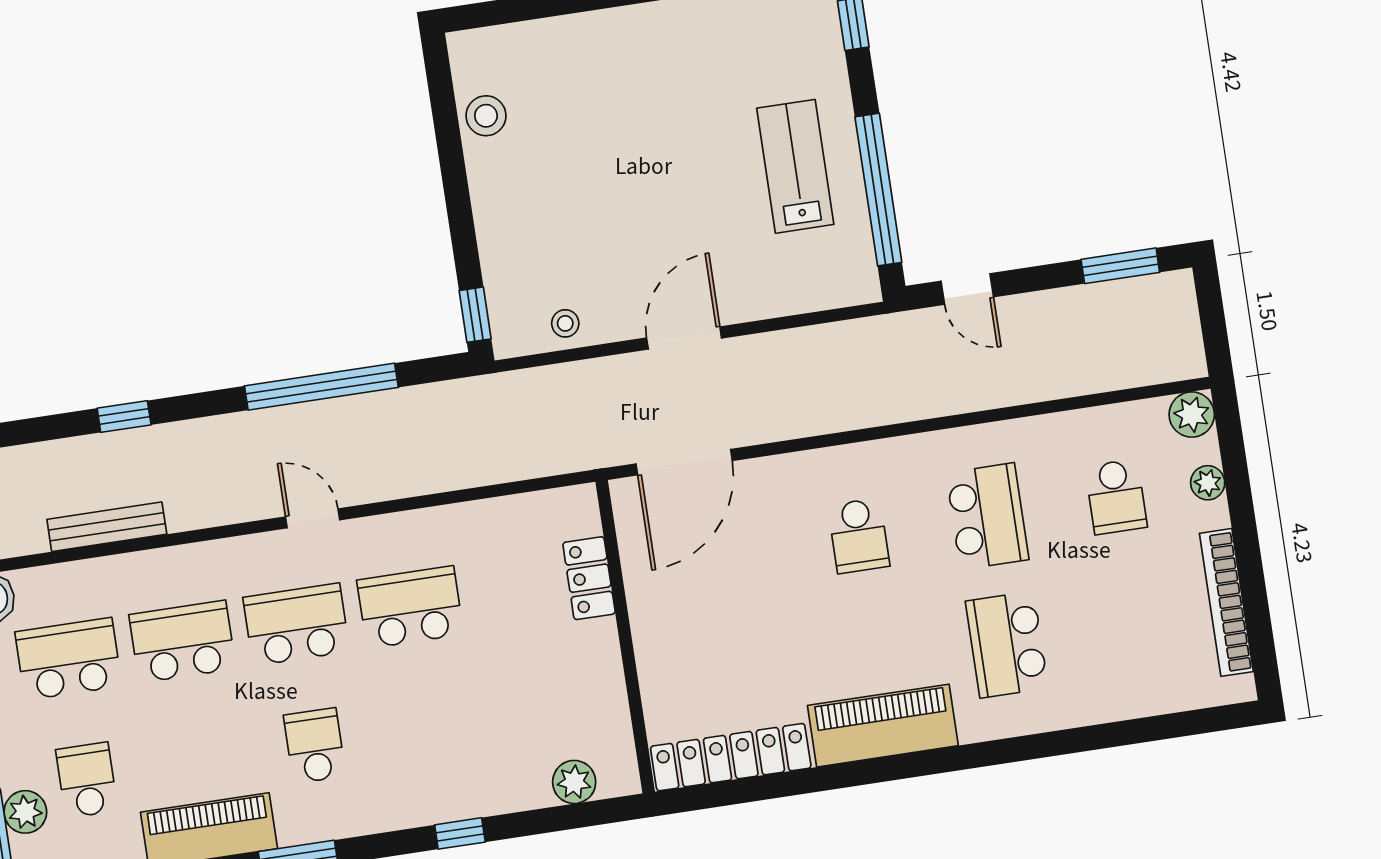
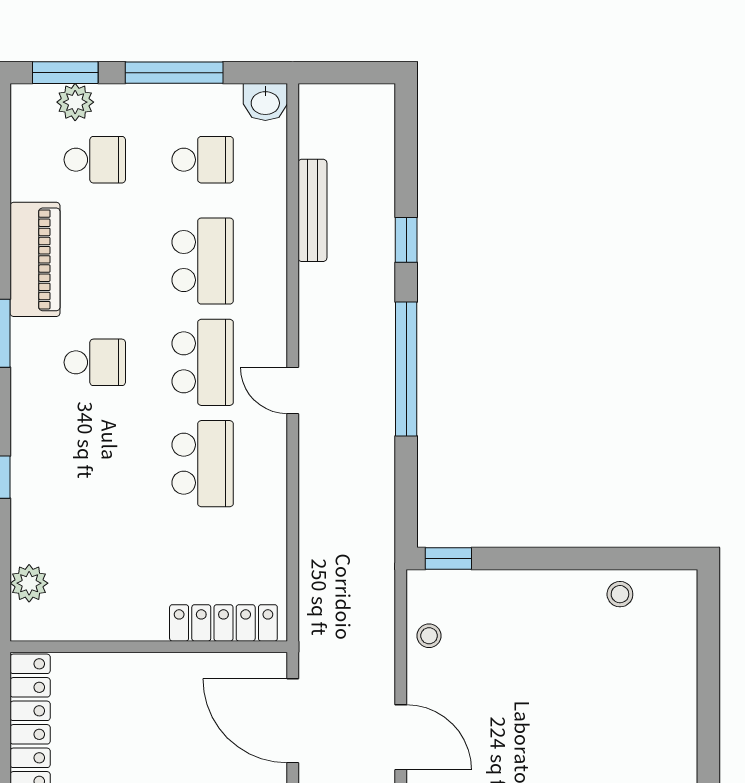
stool: (486, 116) -> (620, 594), width x0.73, depth x0.73
window: (321, 387) -> (406, 369), moved
door: (313, 518) -> (293, 390), swing flipped
locker: (589, 578) -> (223, 623), width x1.53
school desk: (68, 659) -> (203, 160), width x0.54

